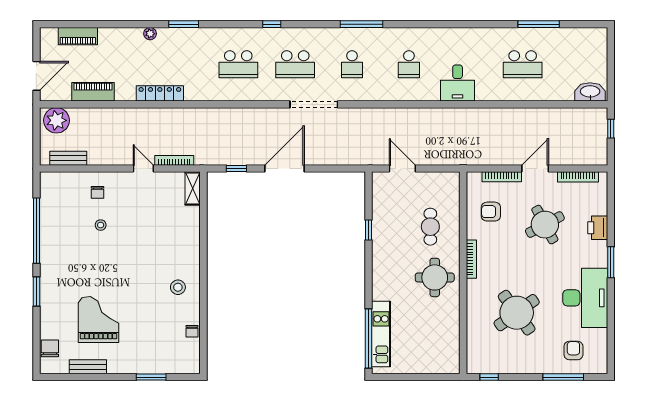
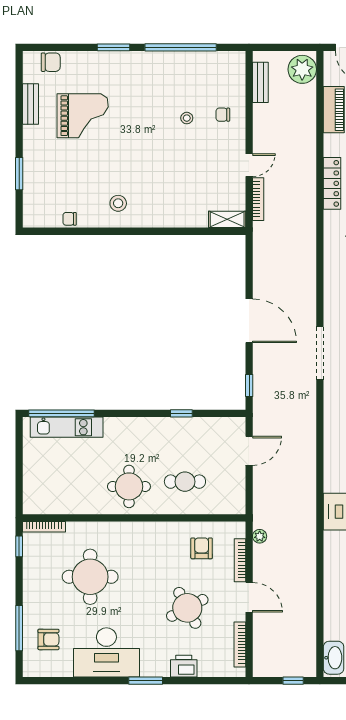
plant: (480, 159) -> (260, 536), added
window: (236, 168) -> (249, 386), moved
bookcase: (471, 259) -> (44, 527), moved
round table: (517, 313) -> (90, 577), turned 36

